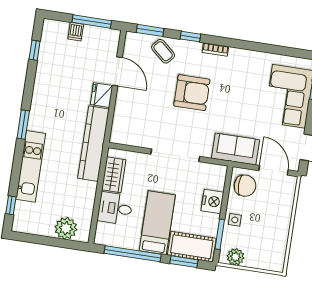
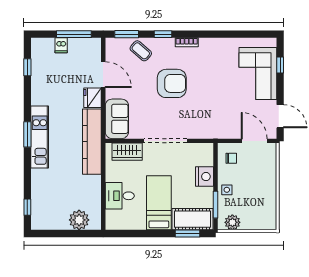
sofa: (235, 149) -> (117, 119), moved, turned 90
kitchen unit: (31, 166) -> (40, 137), moved
wardrobe: (114, 175) -> (127, 152), moved, turned 90
chair: (245, 186) -> (231, 158), width x0.54, depth x0.54
window: (133, 254) -> (141, 233), removed

